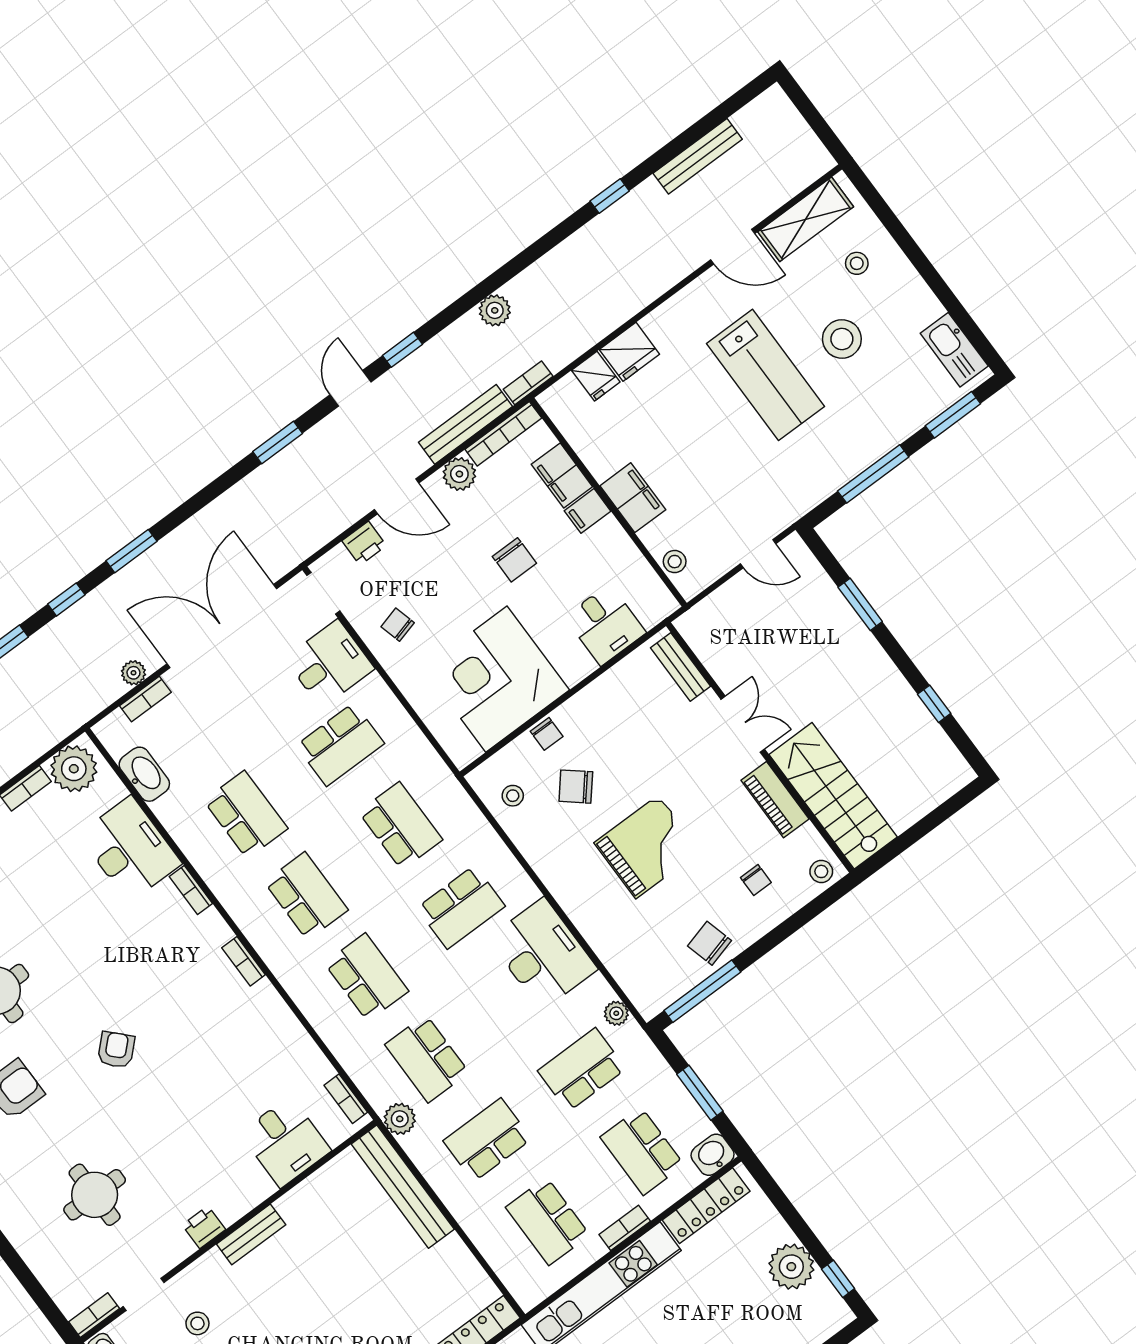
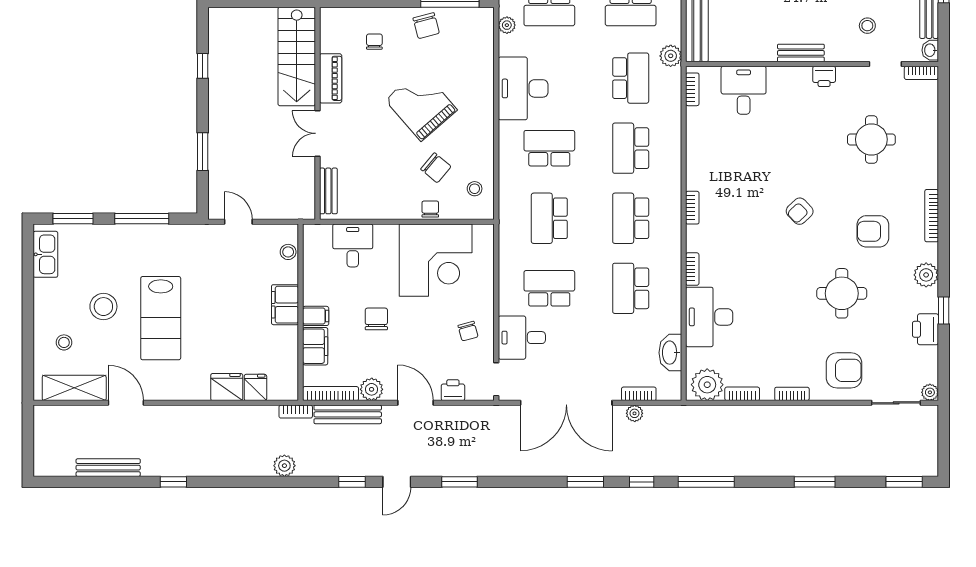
lab bench: (765, 375) -> (161, 318), turned 180
grand piano: (647, 847) -> (421, 105), turned 49
stool: (821, 871) -> (335, 19), removed

